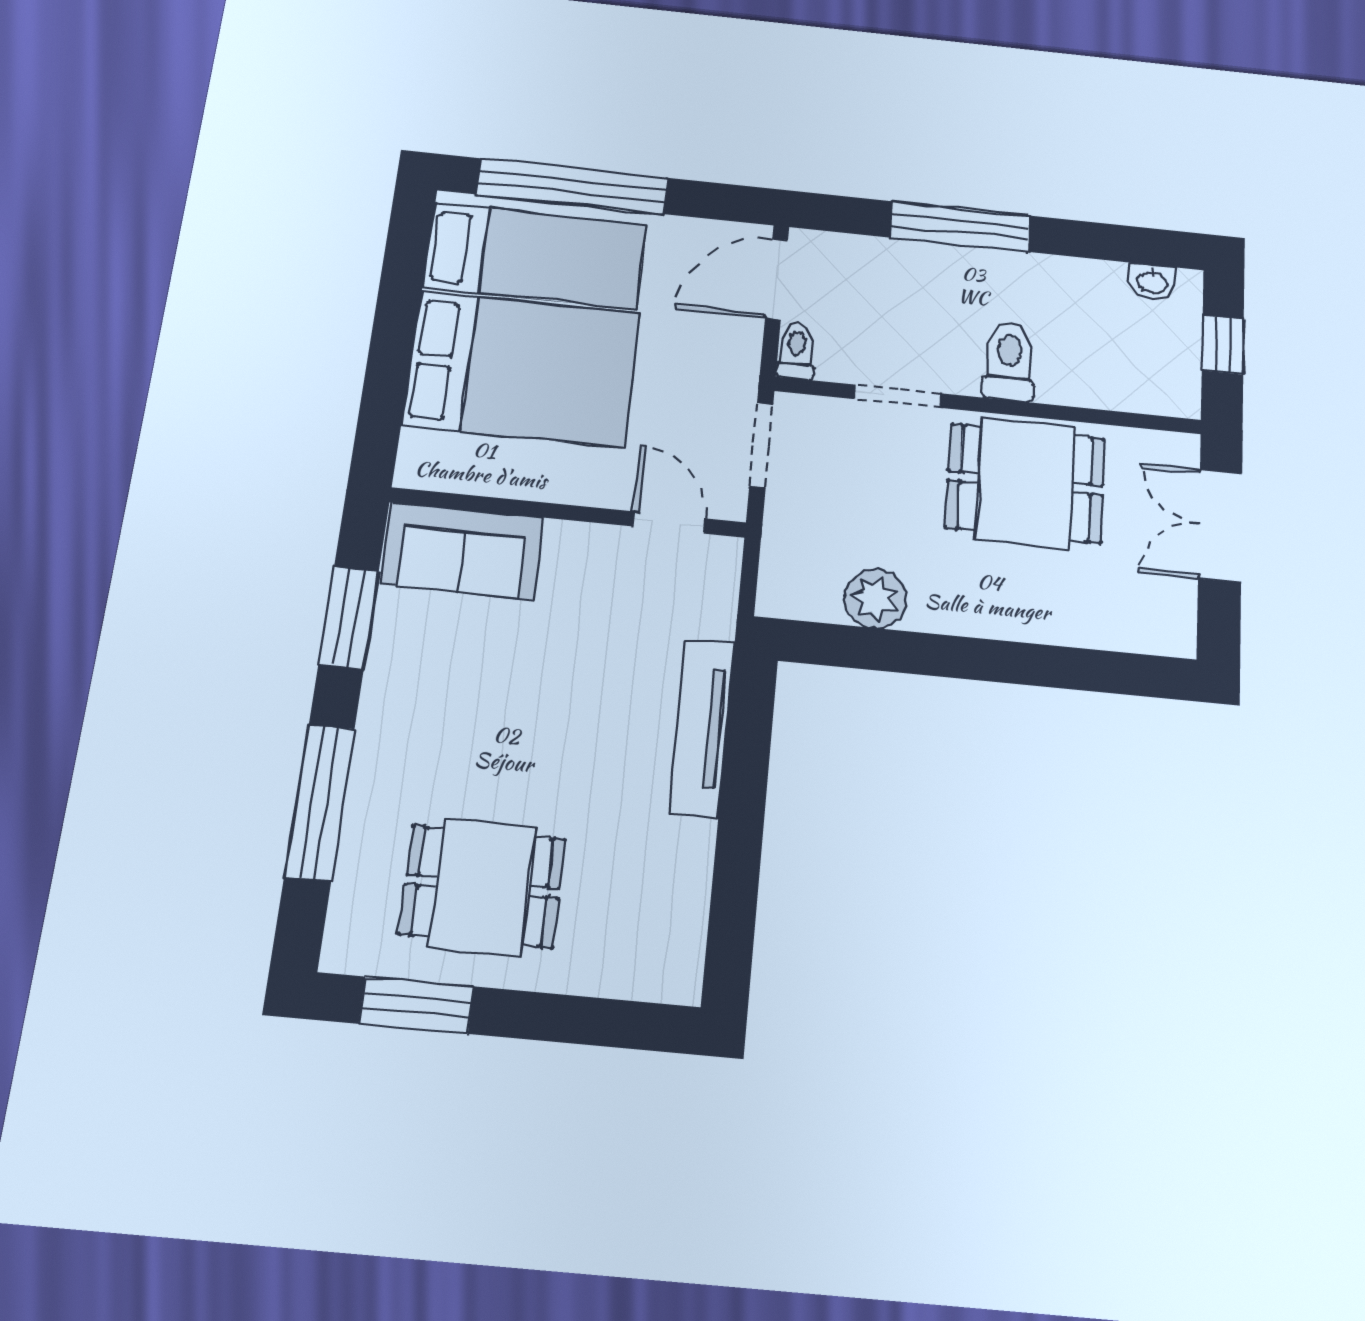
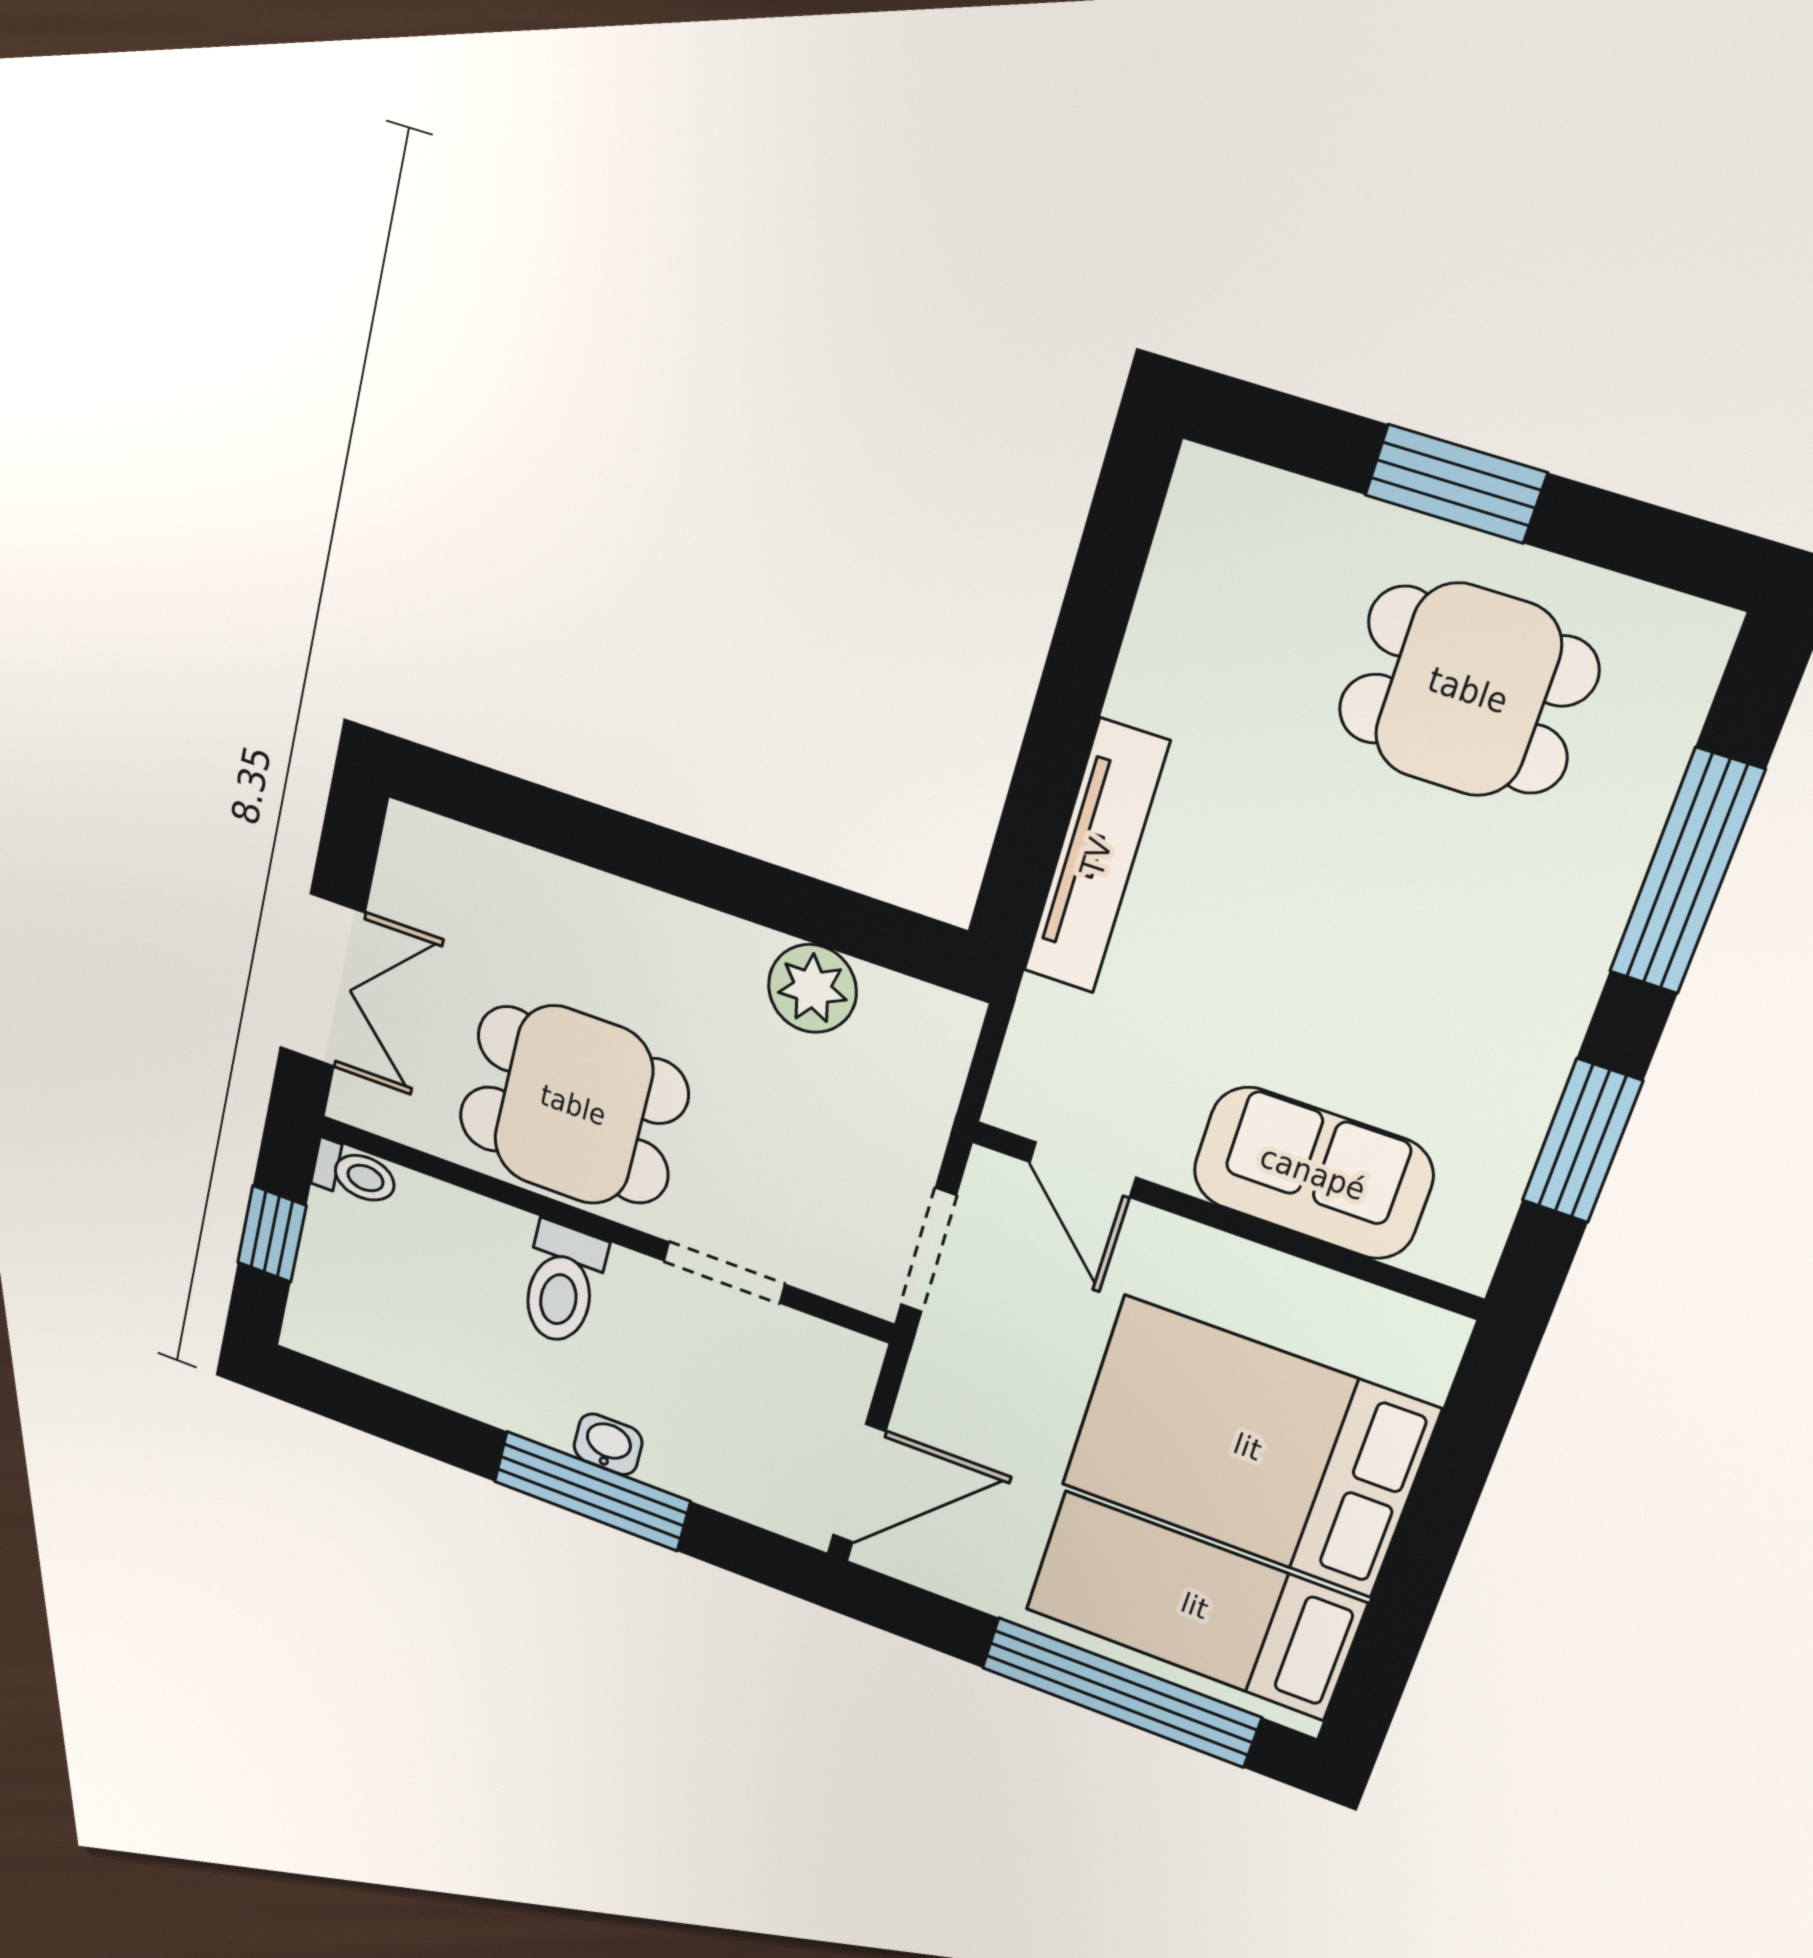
washbasin: (1153, 282) -> (608, 1444), moved
toilet: (797, 351) -> (354, 1174), moved, turned -90
sofa: (463, 551) -> (1313, 1173), moved
window: (416, 1005) -> (1456, 484), moved

